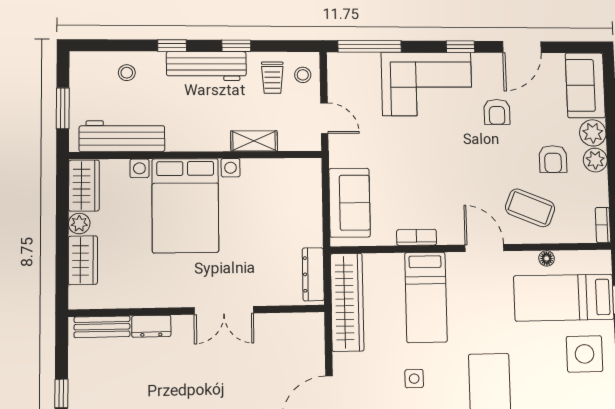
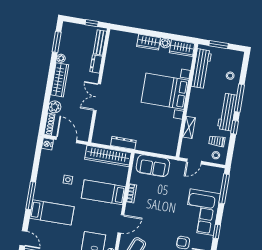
window: (172, 46) -> (239, 98), width x2.17
double door: (224, 310) -> (97, 97), moved
wall: (198, 311) -> (99, 85), moved
dresser: (151, 326) -> (96, 64), moved
bench: (102, 327) -> (100, 42), moved

